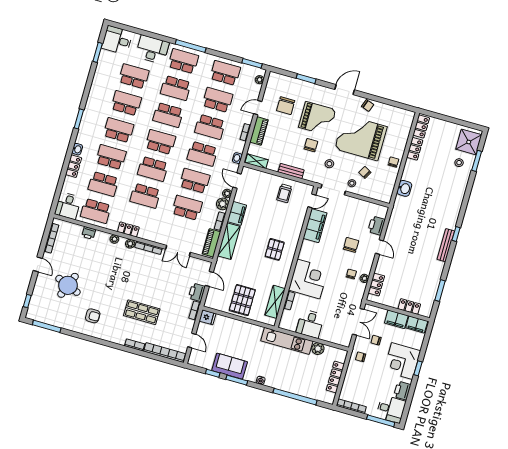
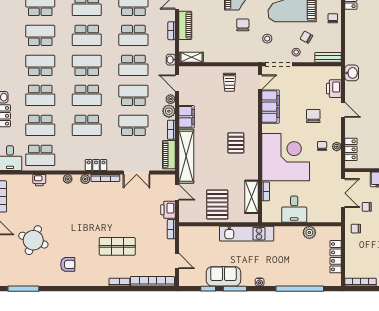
school desk: (111, 157) -> (40, 95), turned 180
bench: (291, 171) -> (328, 57), moved
washbasin: (404, 188) -> (352, 73), moved
locker: (128, 229) -> (96, 165), moved
shelving: (229, 241) -> (186, 156), width x1.47
corner desk: (308, 279) -> (286, 157), width x1.36, depth x1.36
fridge: (208, 317) -> (186, 232), removed
kitchen unit: (287, 341) -> (247, 234), moved

